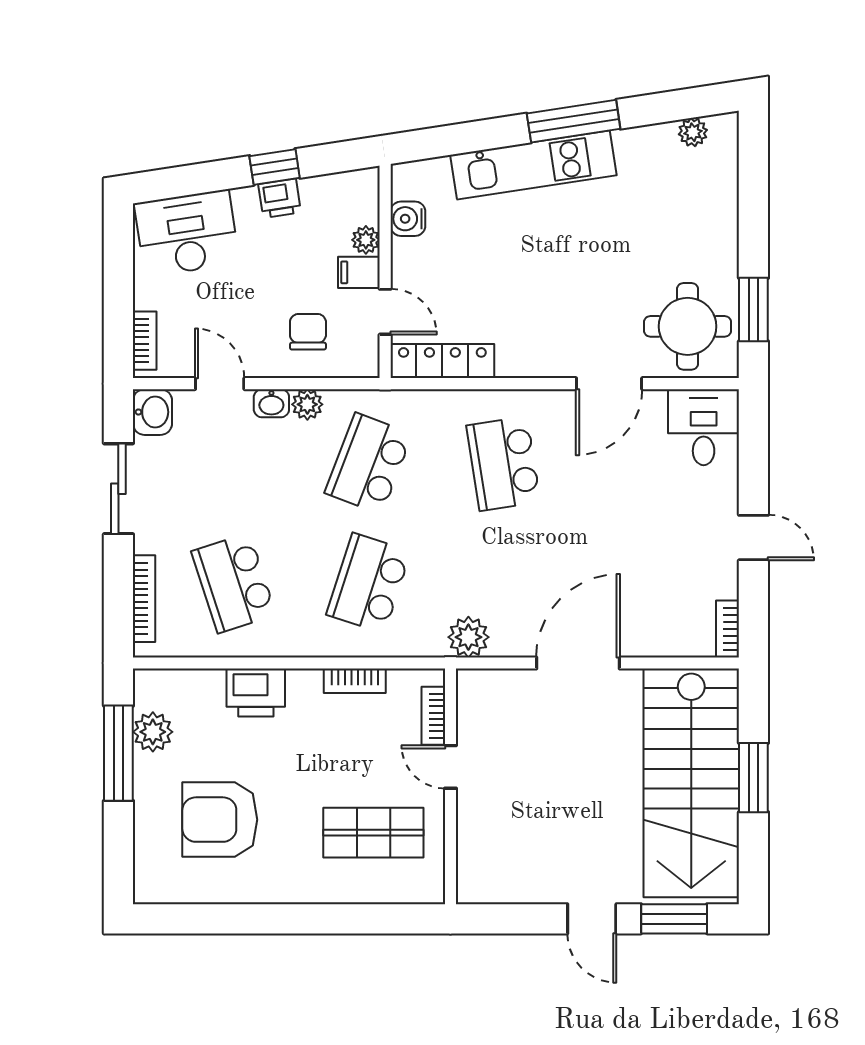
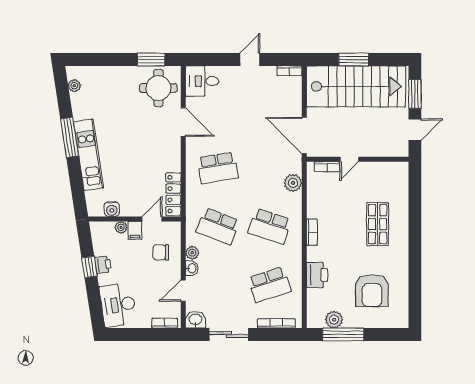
bookcase: (433, 716) -> (327, 167), moved
door: (450, 767) -> (349, 159), moved
wall: (450, 786) -> (358, 159), moved

